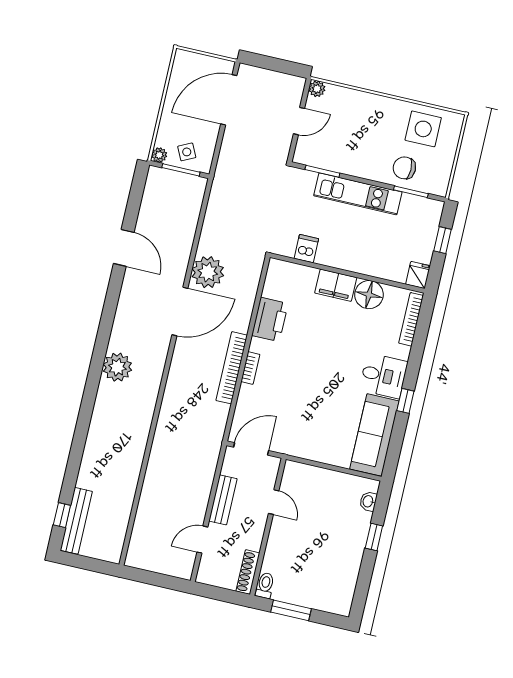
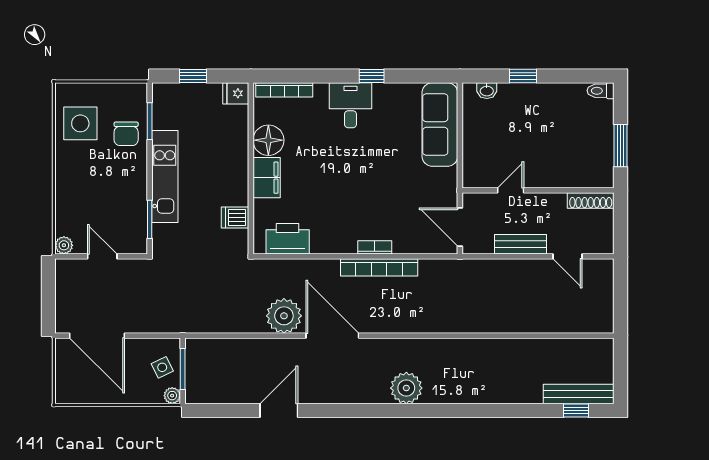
printer: (270, 319) -> (288, 239), moved
sofa: (374, 435) -> (440, 124), moved, turned 90
toilet: (265, 585) -> (601, 91), moved

